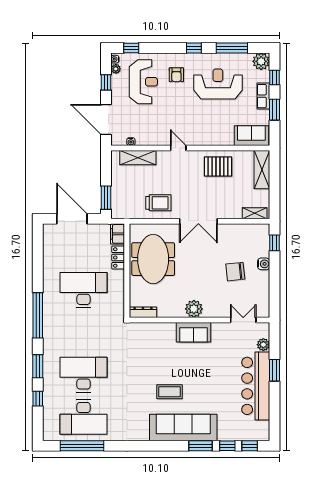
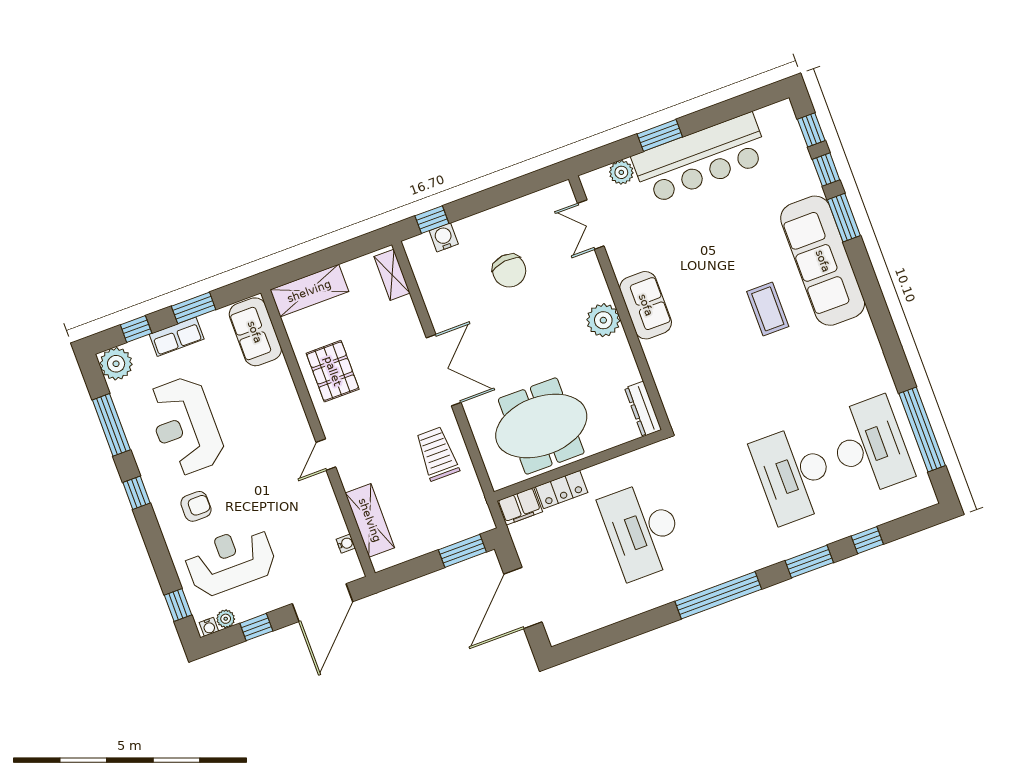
water cooler: (264, 264) -> (444, 237), moved

